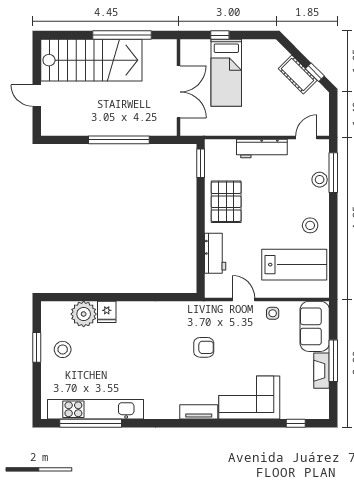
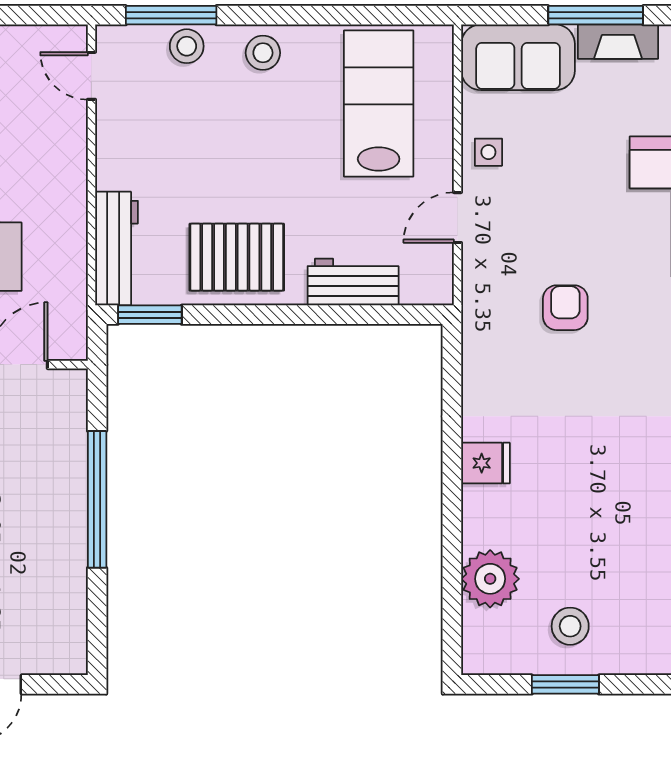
workbench: (262, 149) -> (117, 249), moved
stool: (310, 225) -> (263, 53), moved
fridge: (107, 312) -> (486, 463), moved

